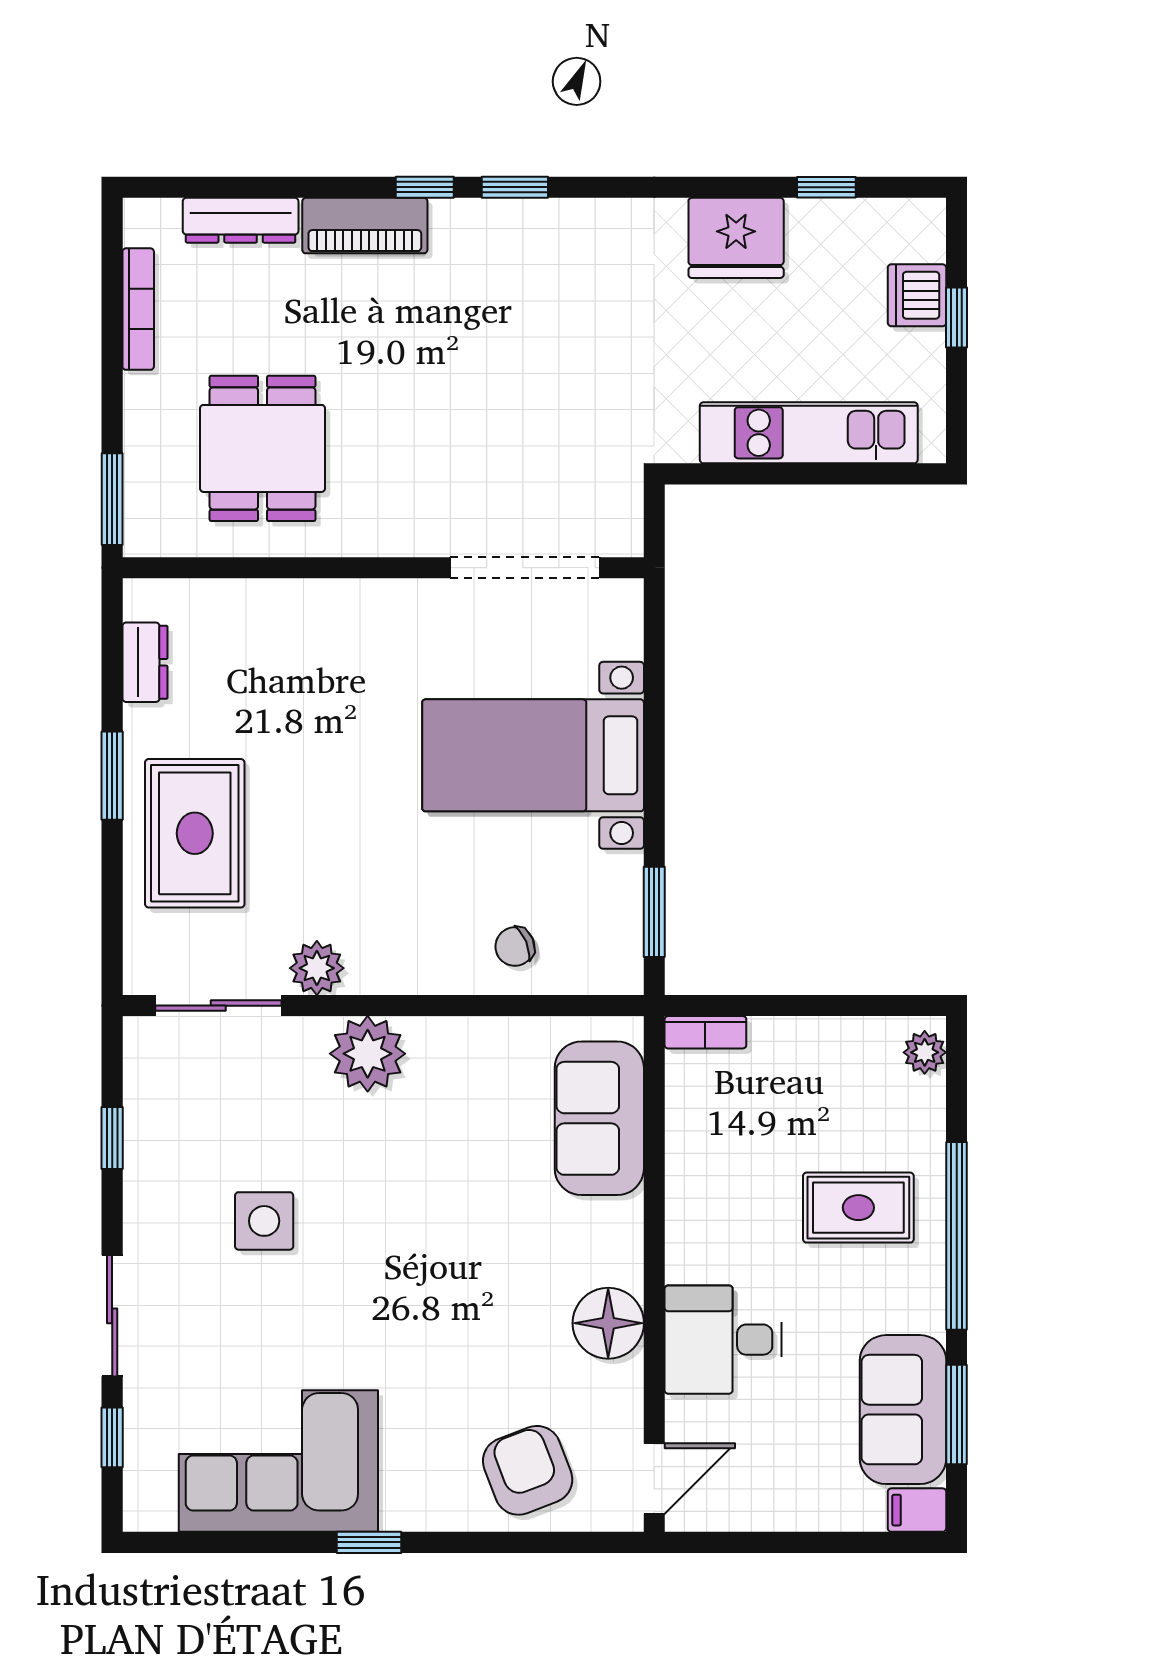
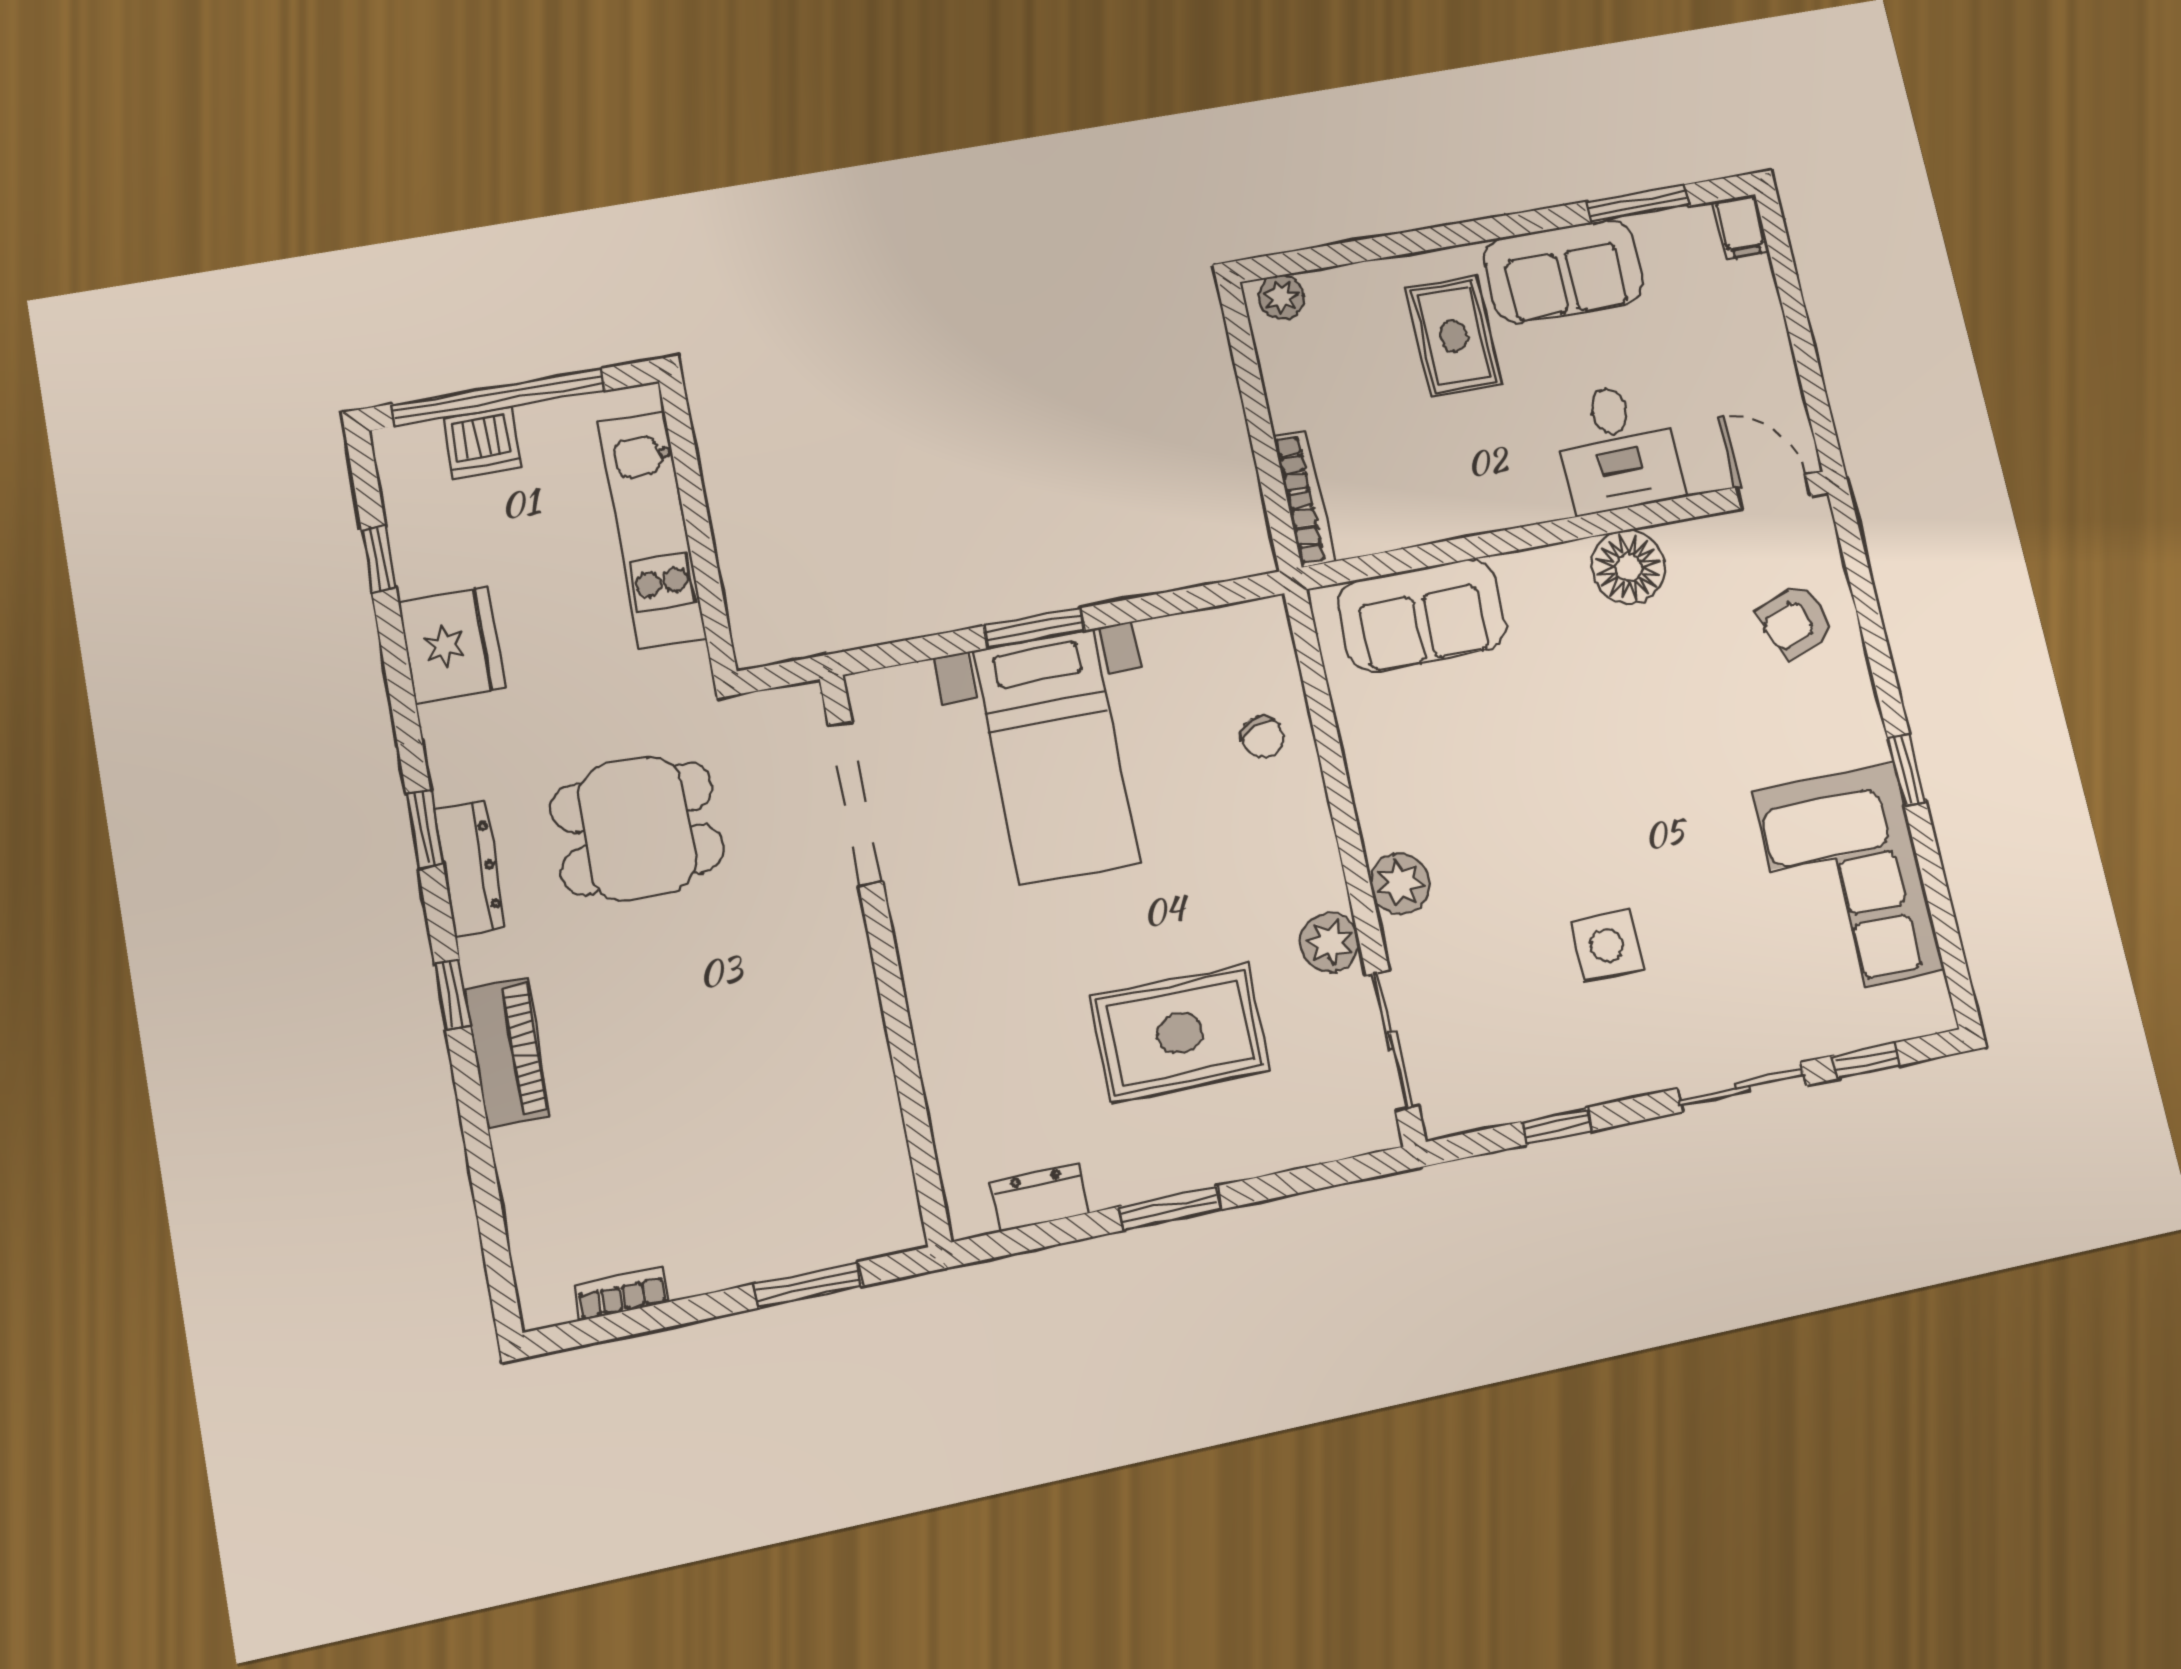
window: (515, 187) -> (424, 829), moved
dresser: (241, 220) -> (469, 868), moved
bookcase: (138, 309) -> (622, 1294), width x0.64
window: (957, 318) -> (499, 397), width x3.17
dining table: (263, 448) -> (637, 829), moved
window: (112, 499) -> (808, 1285), moved
rug: (195, 833) -> (1180, 1033), moved
window: (654, 912) -> (1034, 628), moved
bookcase: (705, 1032) -> (1304, 499), width x1.56
plant: (368, 1054) -> (1400, 883), width x0.73, depth x0.73
window: (957, 1236) -> (1460, 234), removed
sofa: (903, 1410) -> (1564, 271), moved
armchair: (528, 1470) -> (1795, 621), width x0.72, depth x0.72

